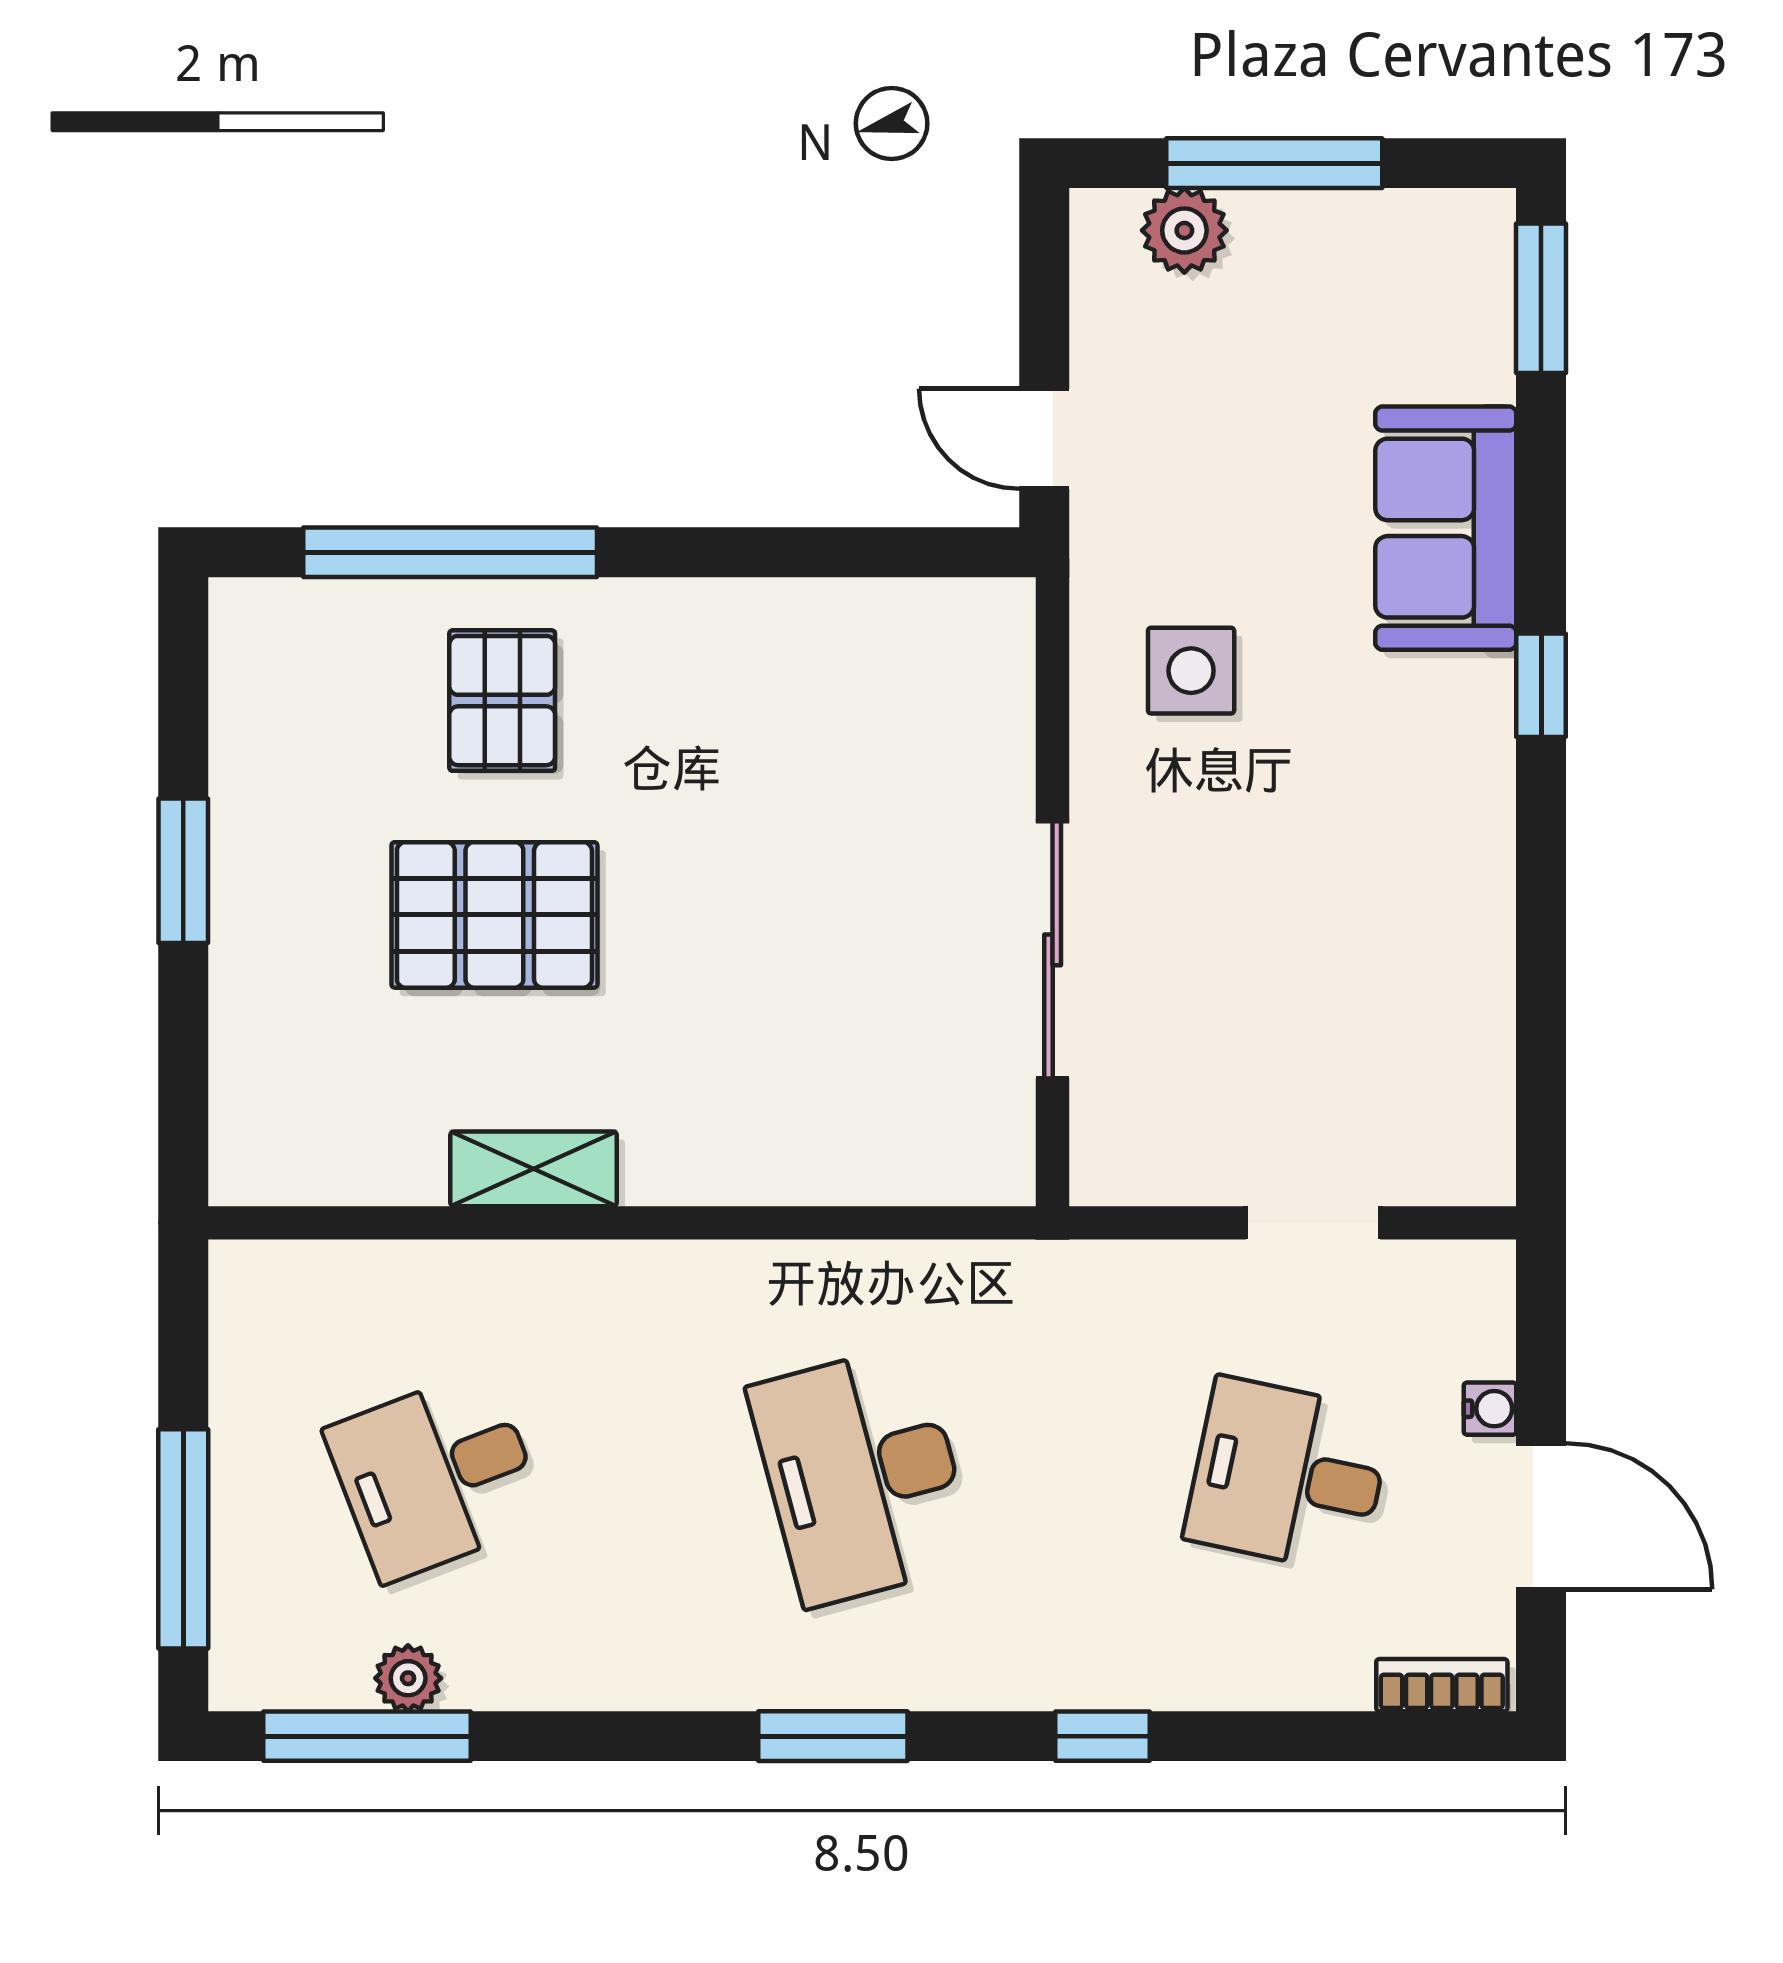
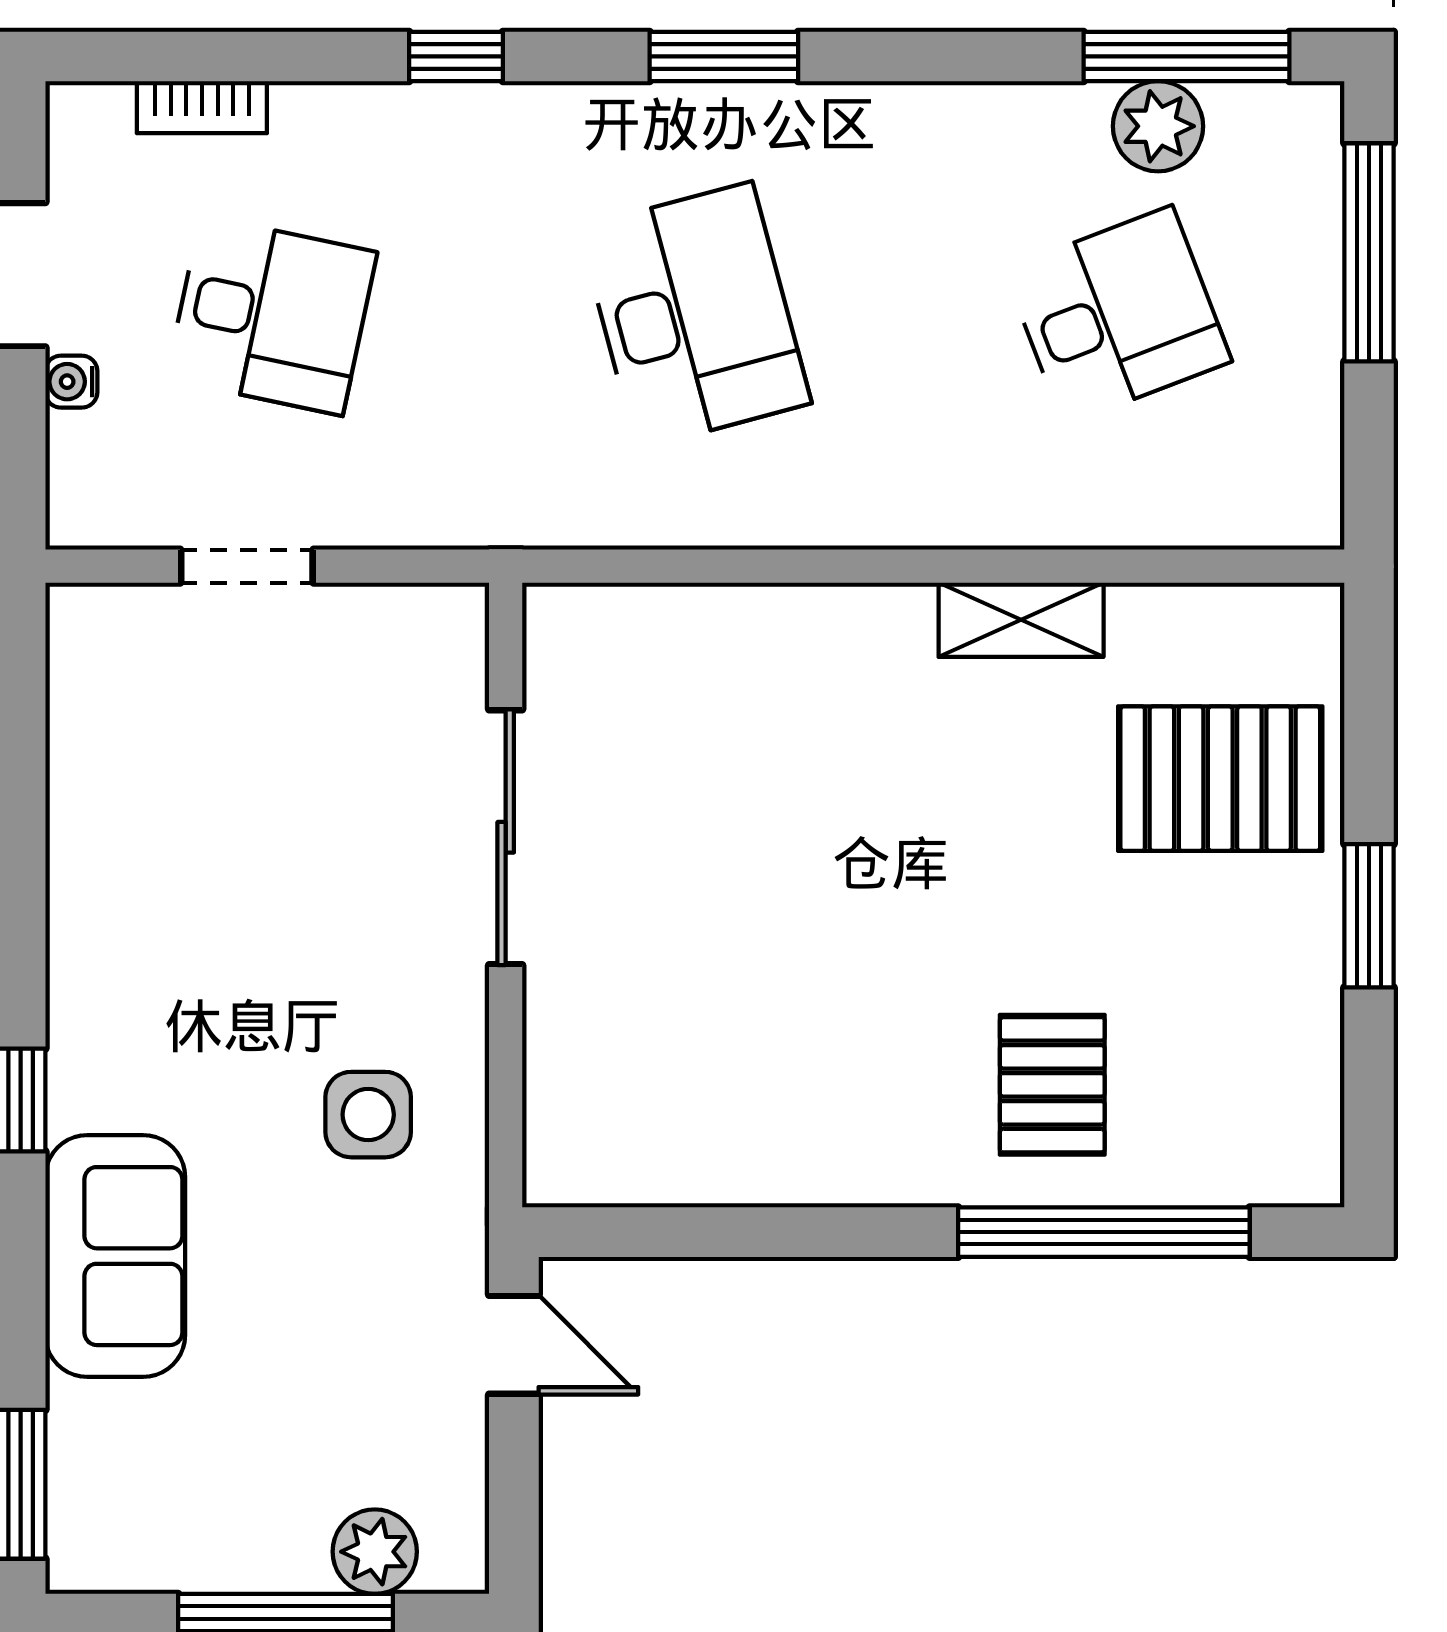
pallet: (494, 915) -> (1220, 779), moved
plant: (408, 1678) -> (1158, 126), width x1.38, depth x1.38
bookcase: (1442, 1685) -> (202, 107), moved

